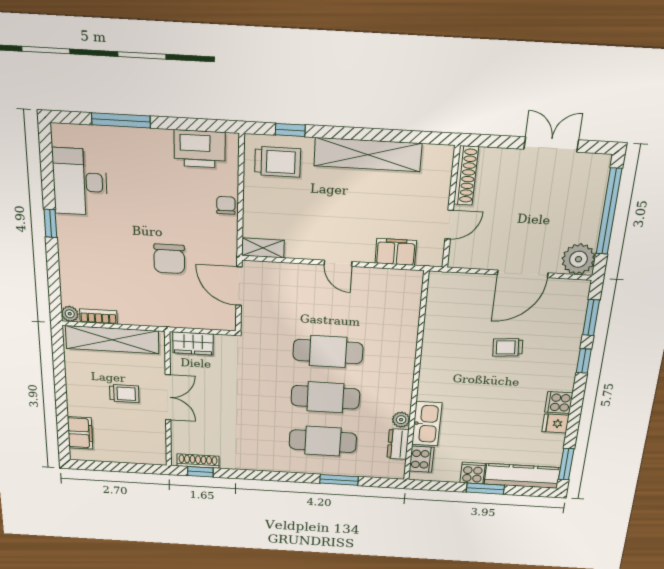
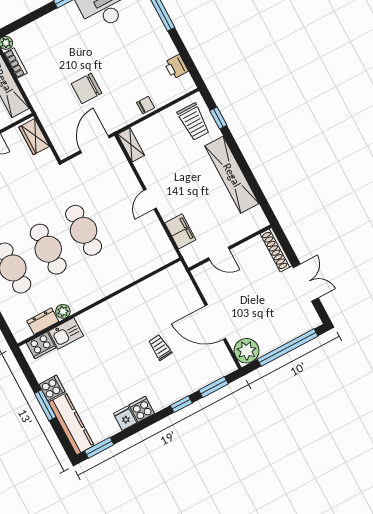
printer: (200, 149) -> (176, 67), width x0.53, depth x0.68
shoe rack: (466, 176) -> (276, 250), moved, turned 90
kitchen sink: (427, 424) -> (66, 333), width x0.73

